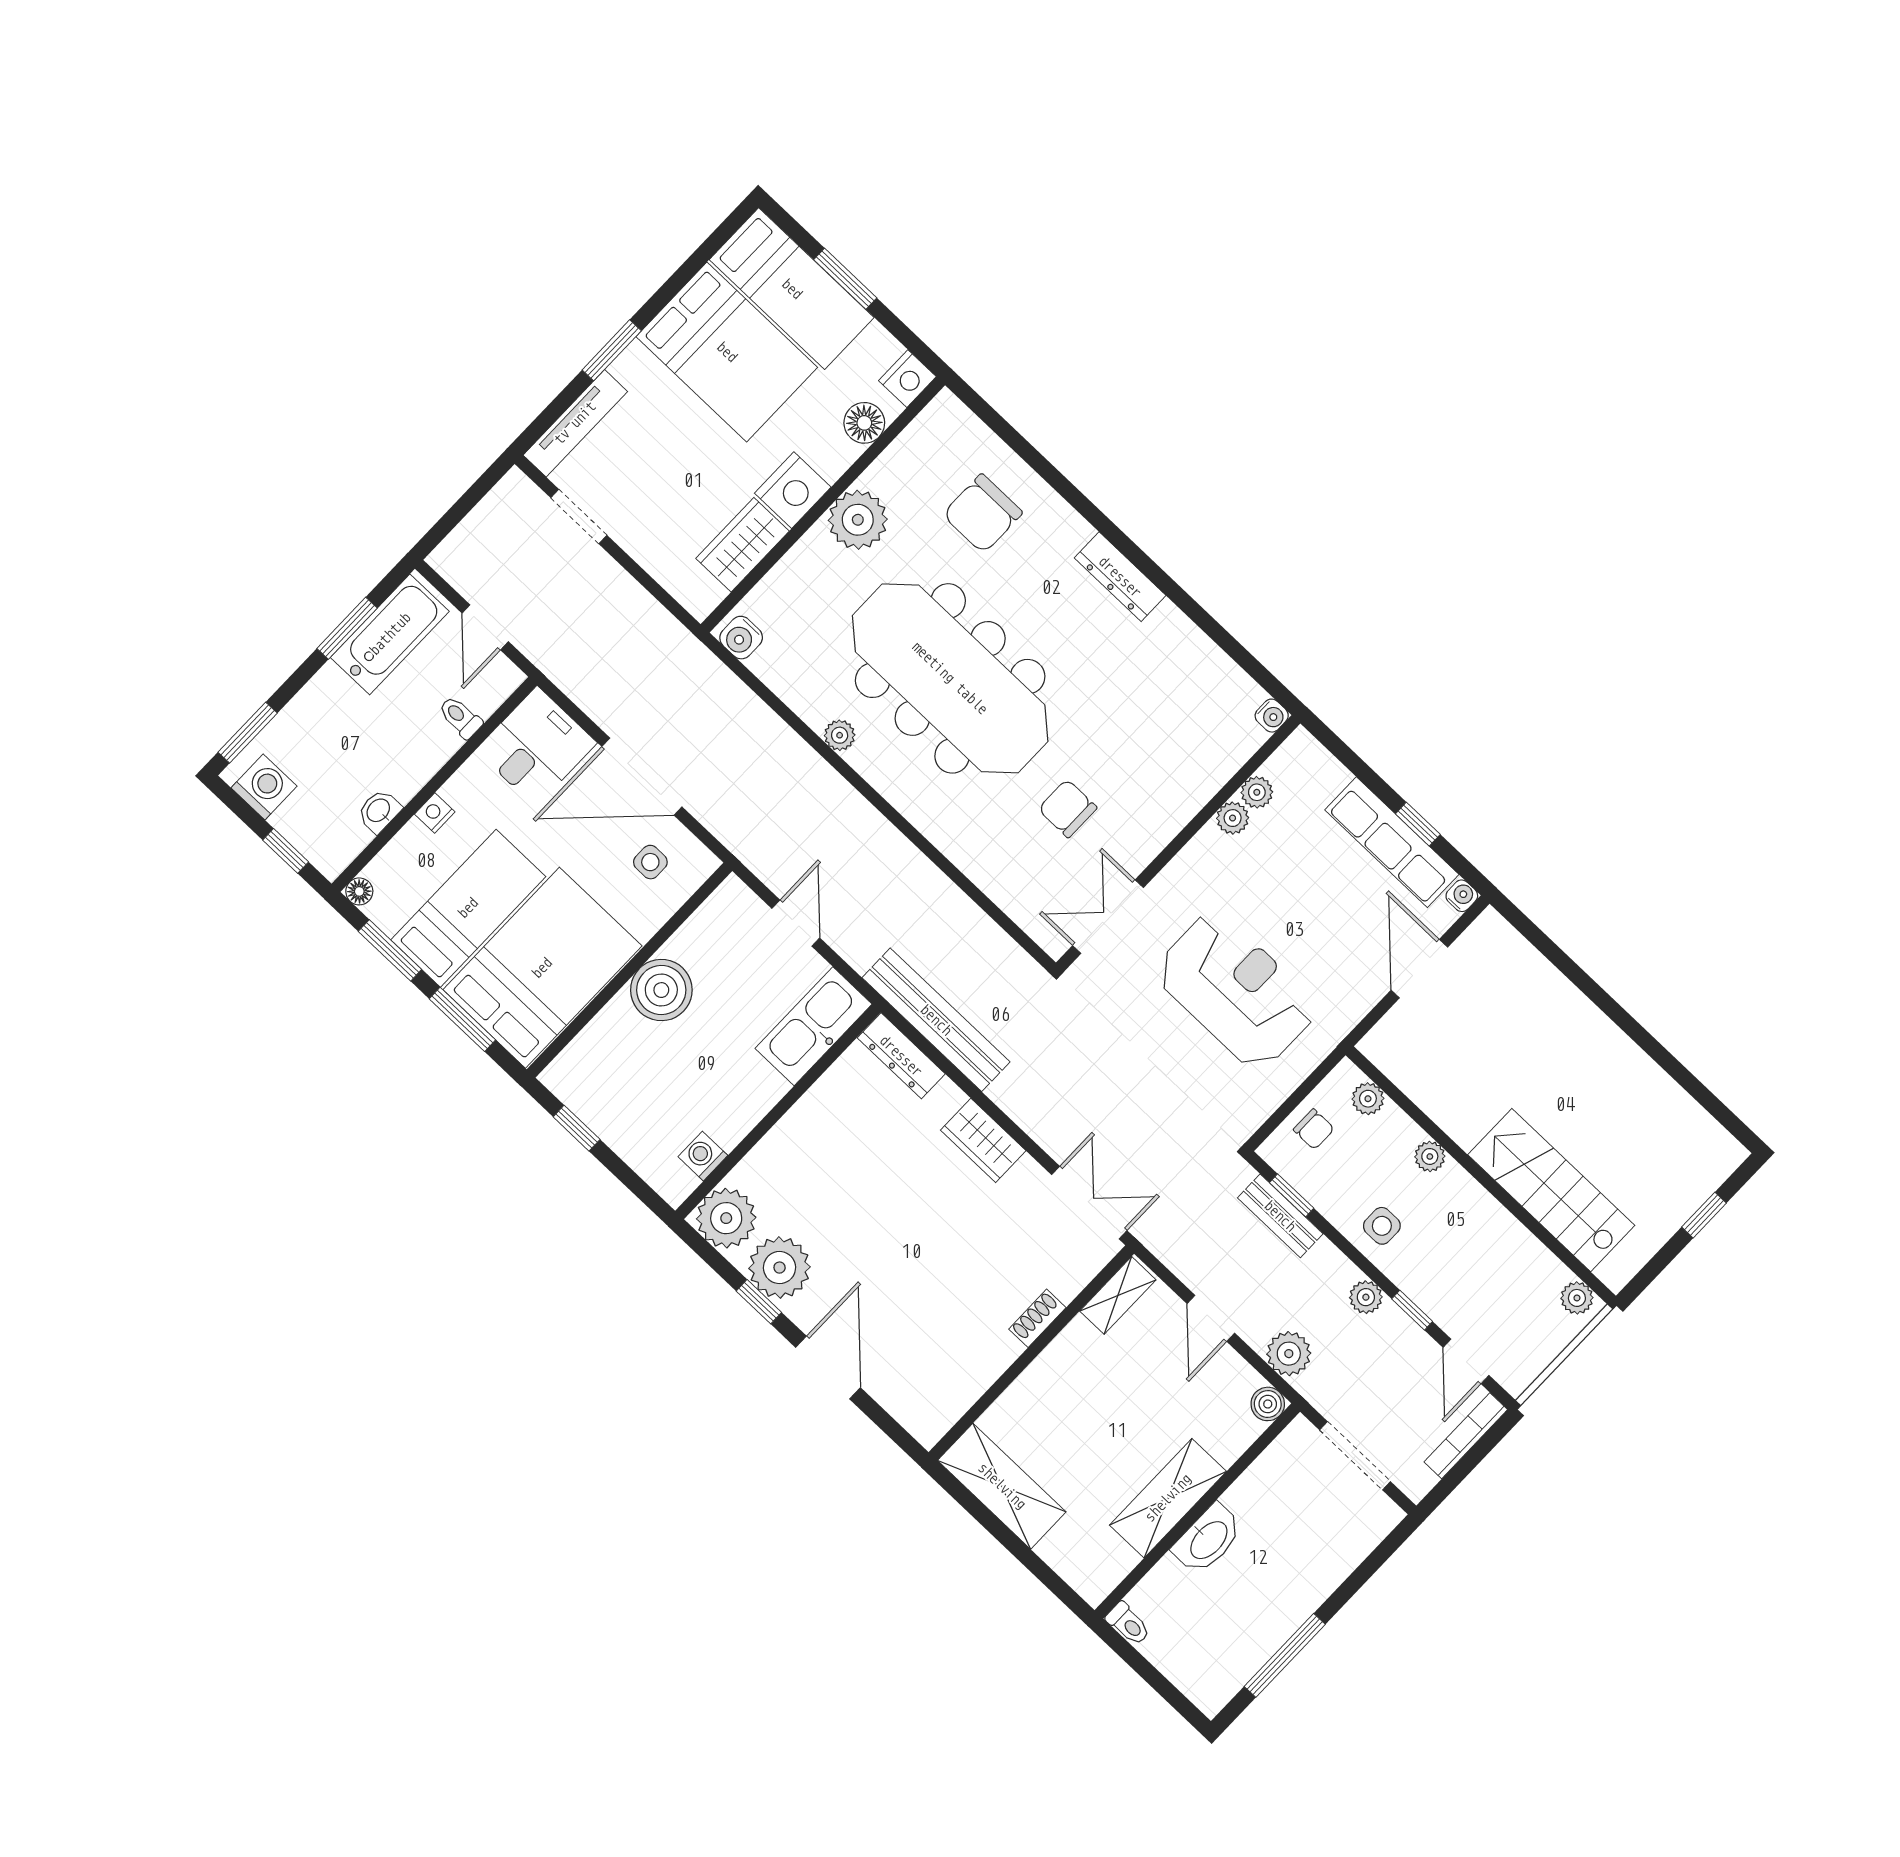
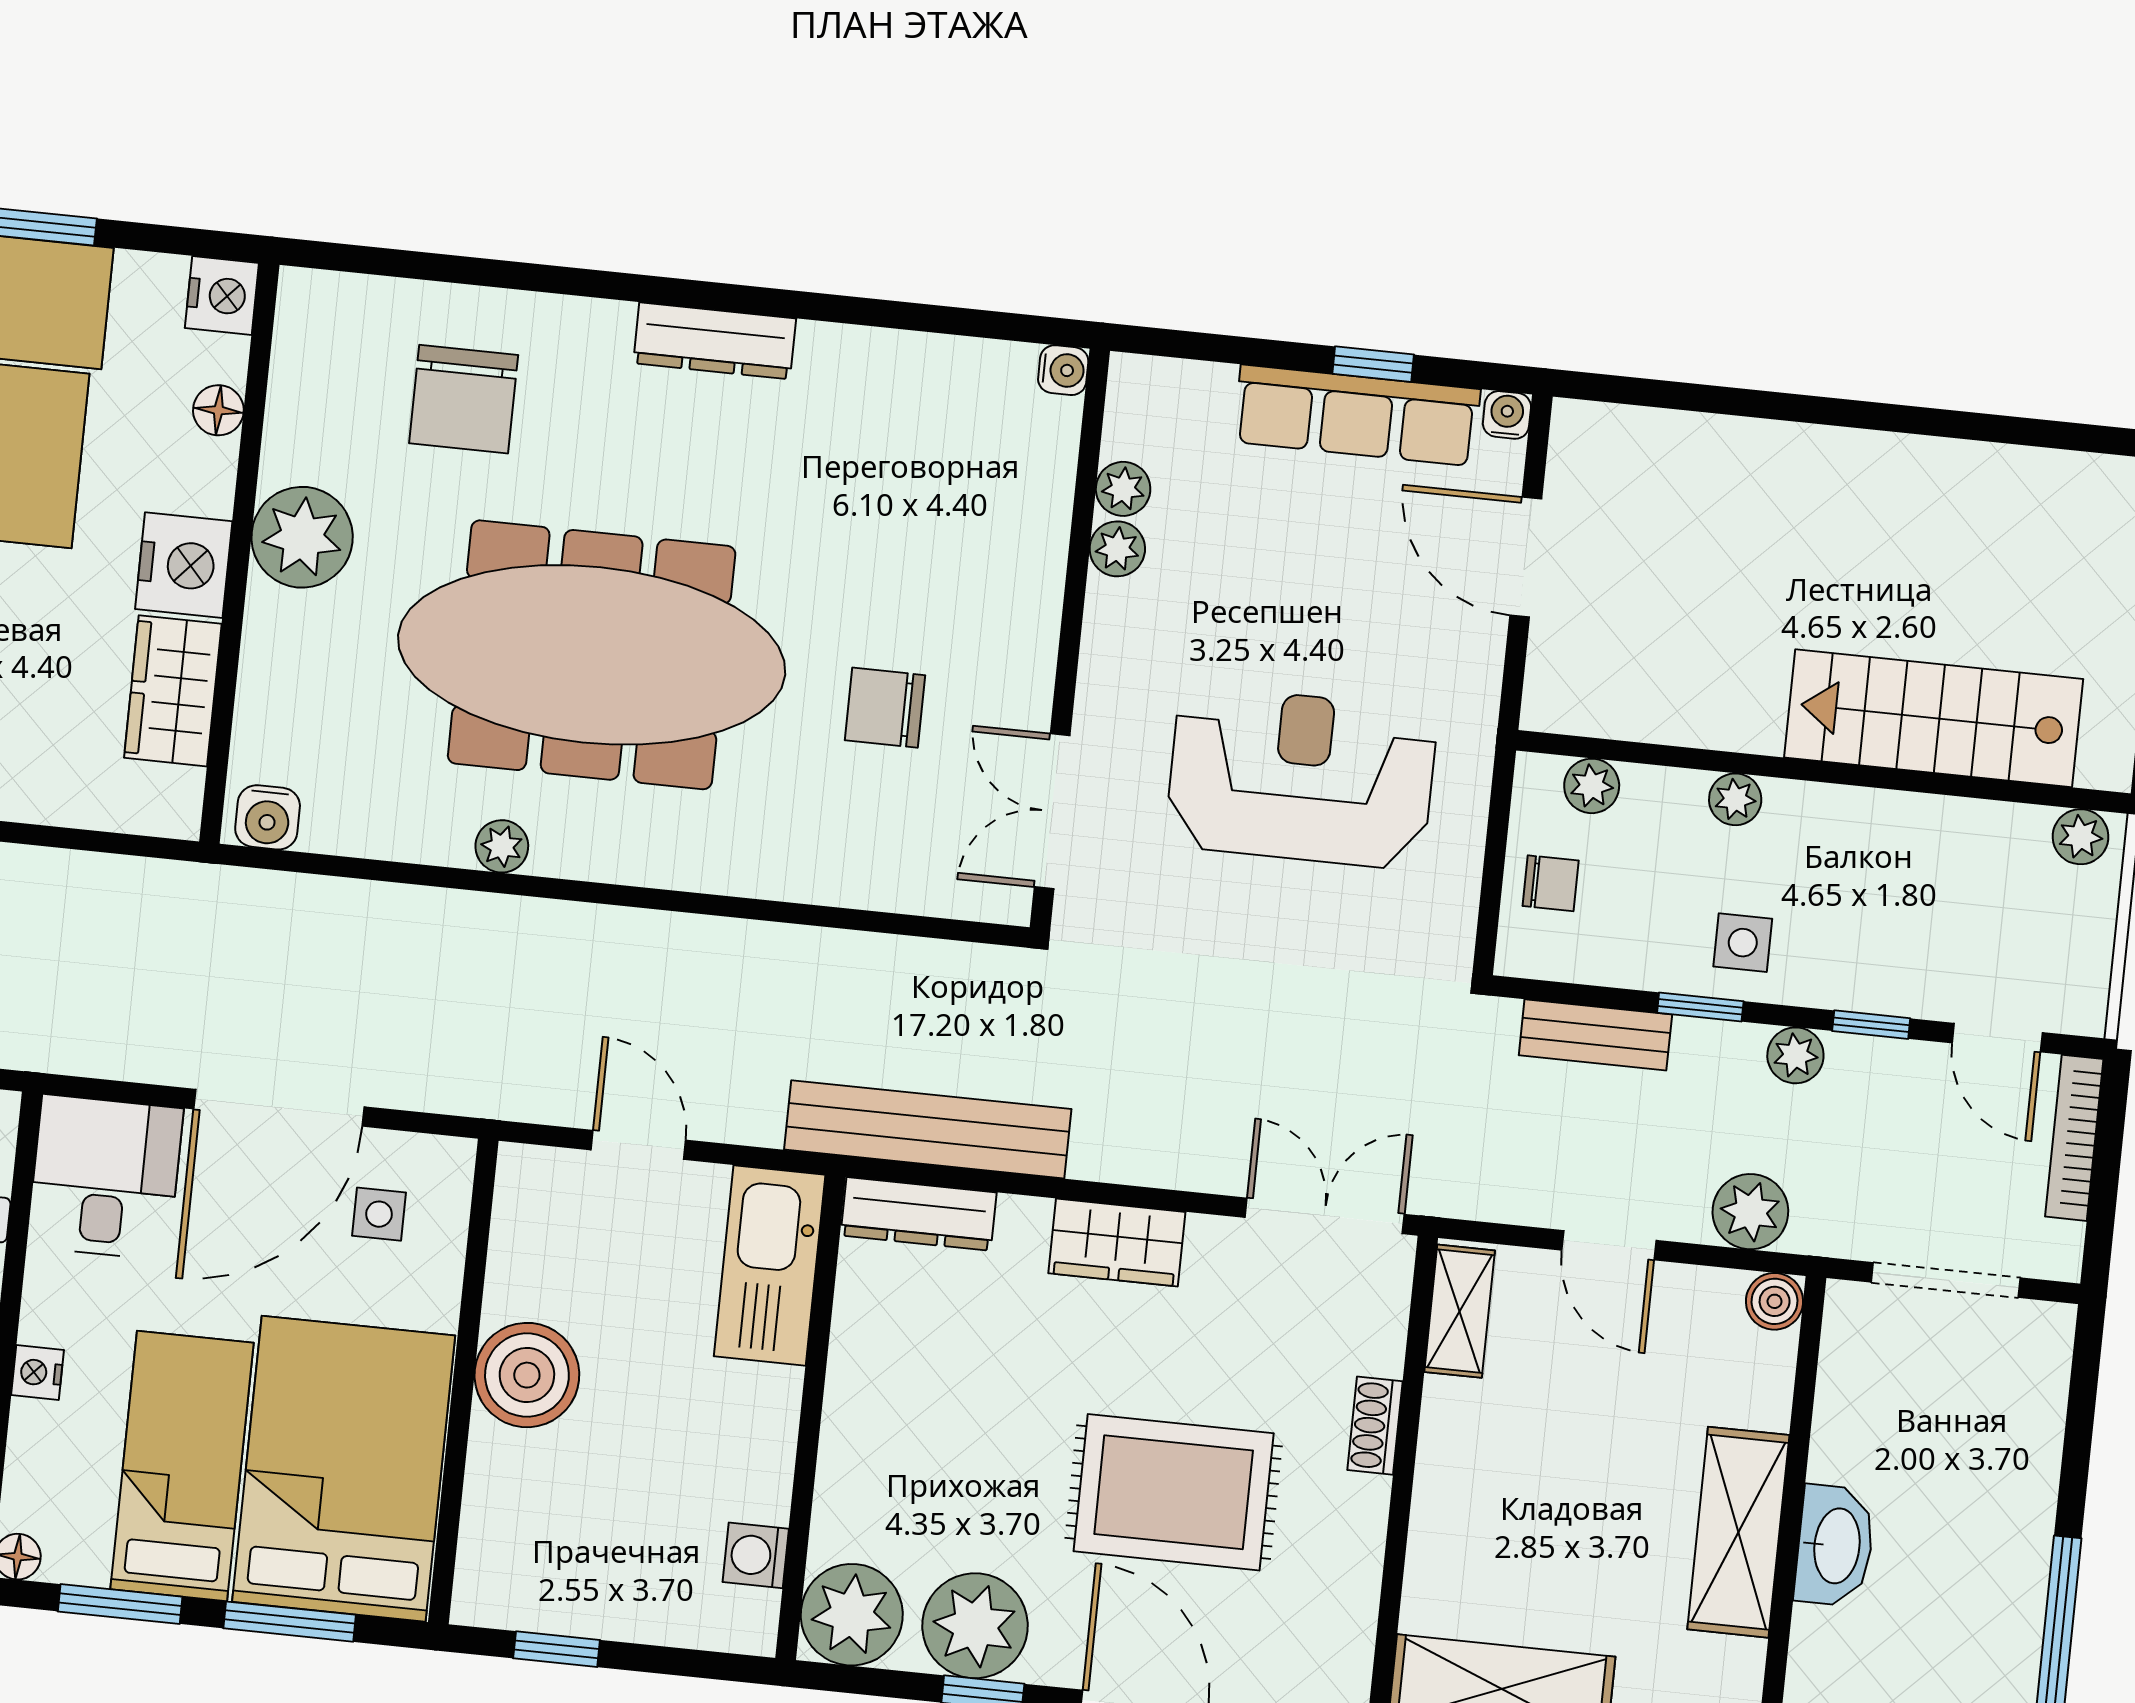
floor lamp: (864, 423) -> (218, 410), width x0.73, depth x0.73
window: (1292, 1195) -> (1700, 1007), moved
rug: (920, 1277) -> (1174, 1492), added

